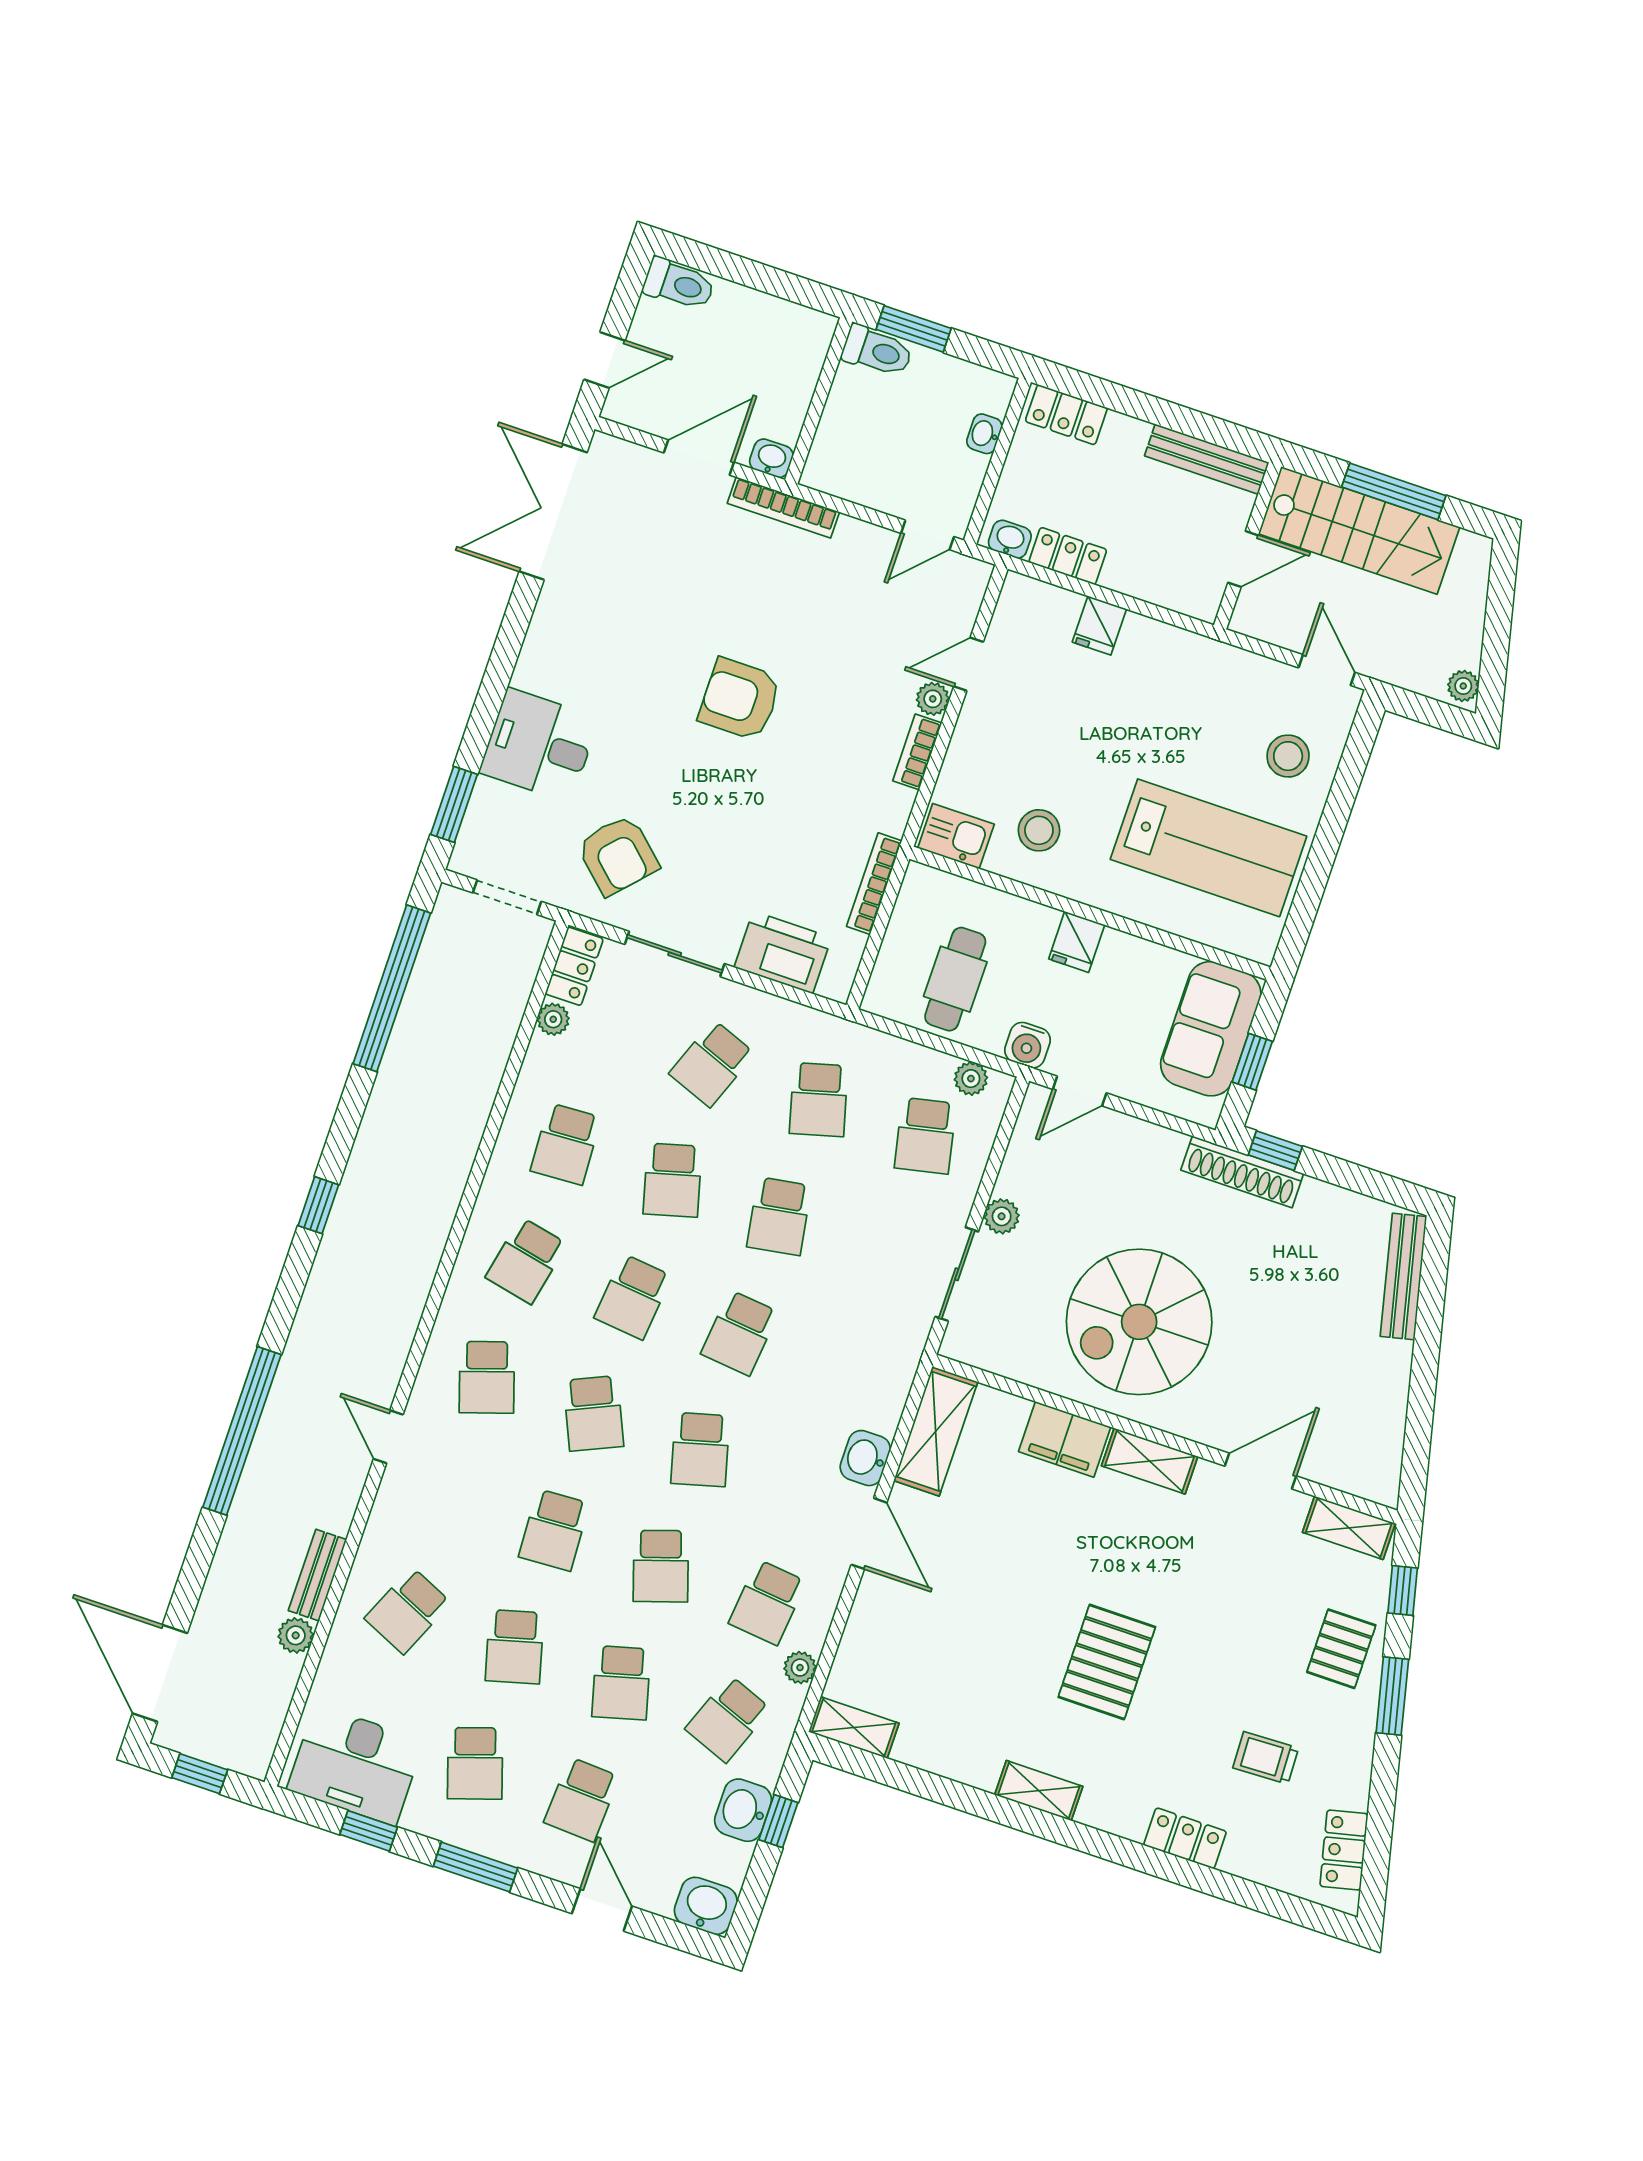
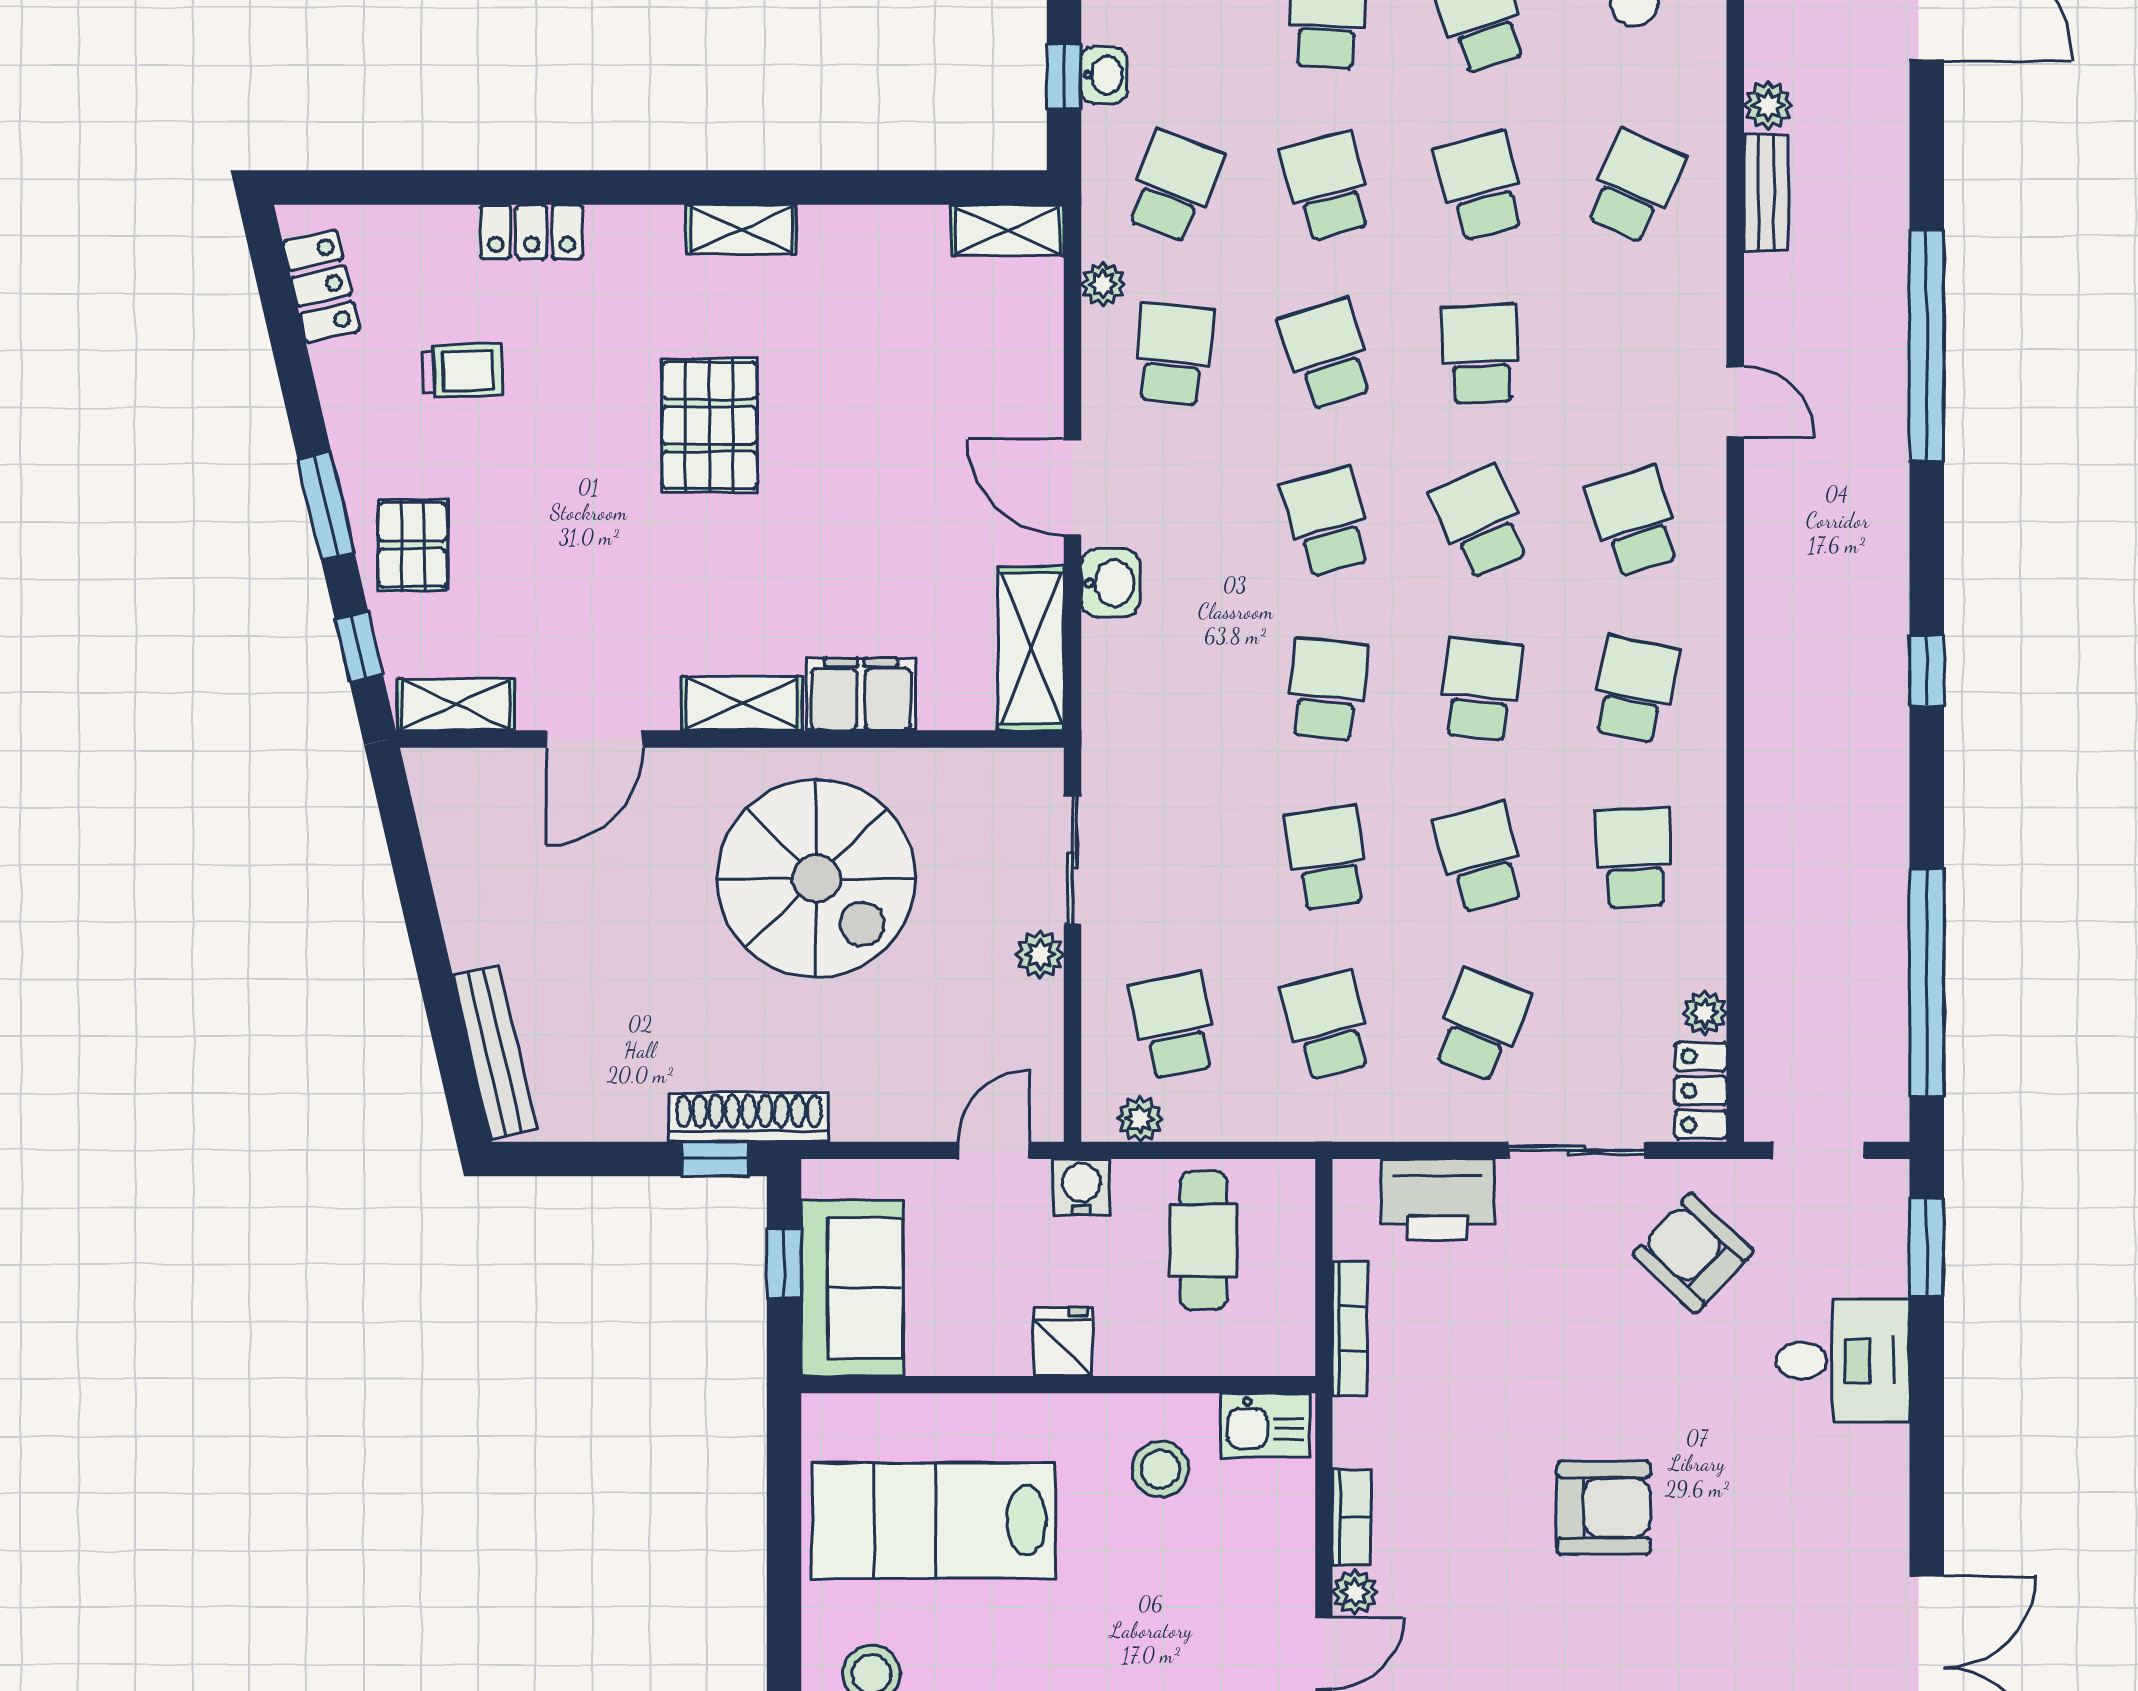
spiral stairs: (1139, 1322) -> (816, 878), turned 90
washbasin: (743, 1810) -> (1104, 75), width x0.72, depth x0.69

